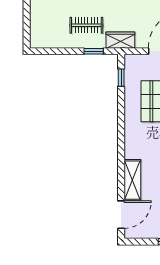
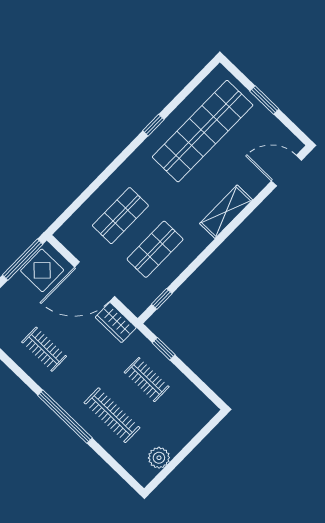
wardrobe: (120, 40) -> (116, 323), moved
shelving: (132, 180) -> (226, 212), moved

